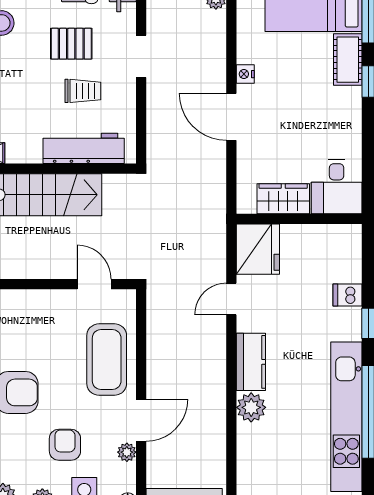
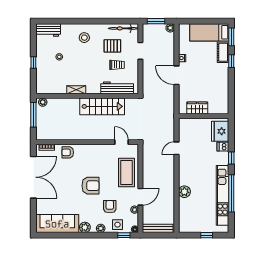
desk: (337, 187) -> (219, 103), removed
fridge: (258, 249) -> (220, 131), moved, turned 180
kitchen counter: (251, 362) -> (184, 173), removed

